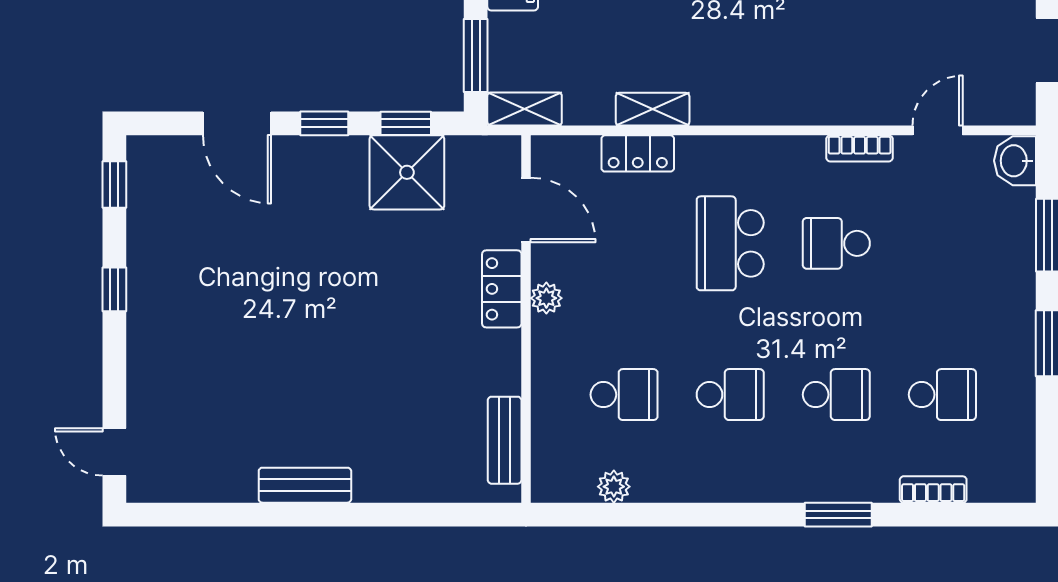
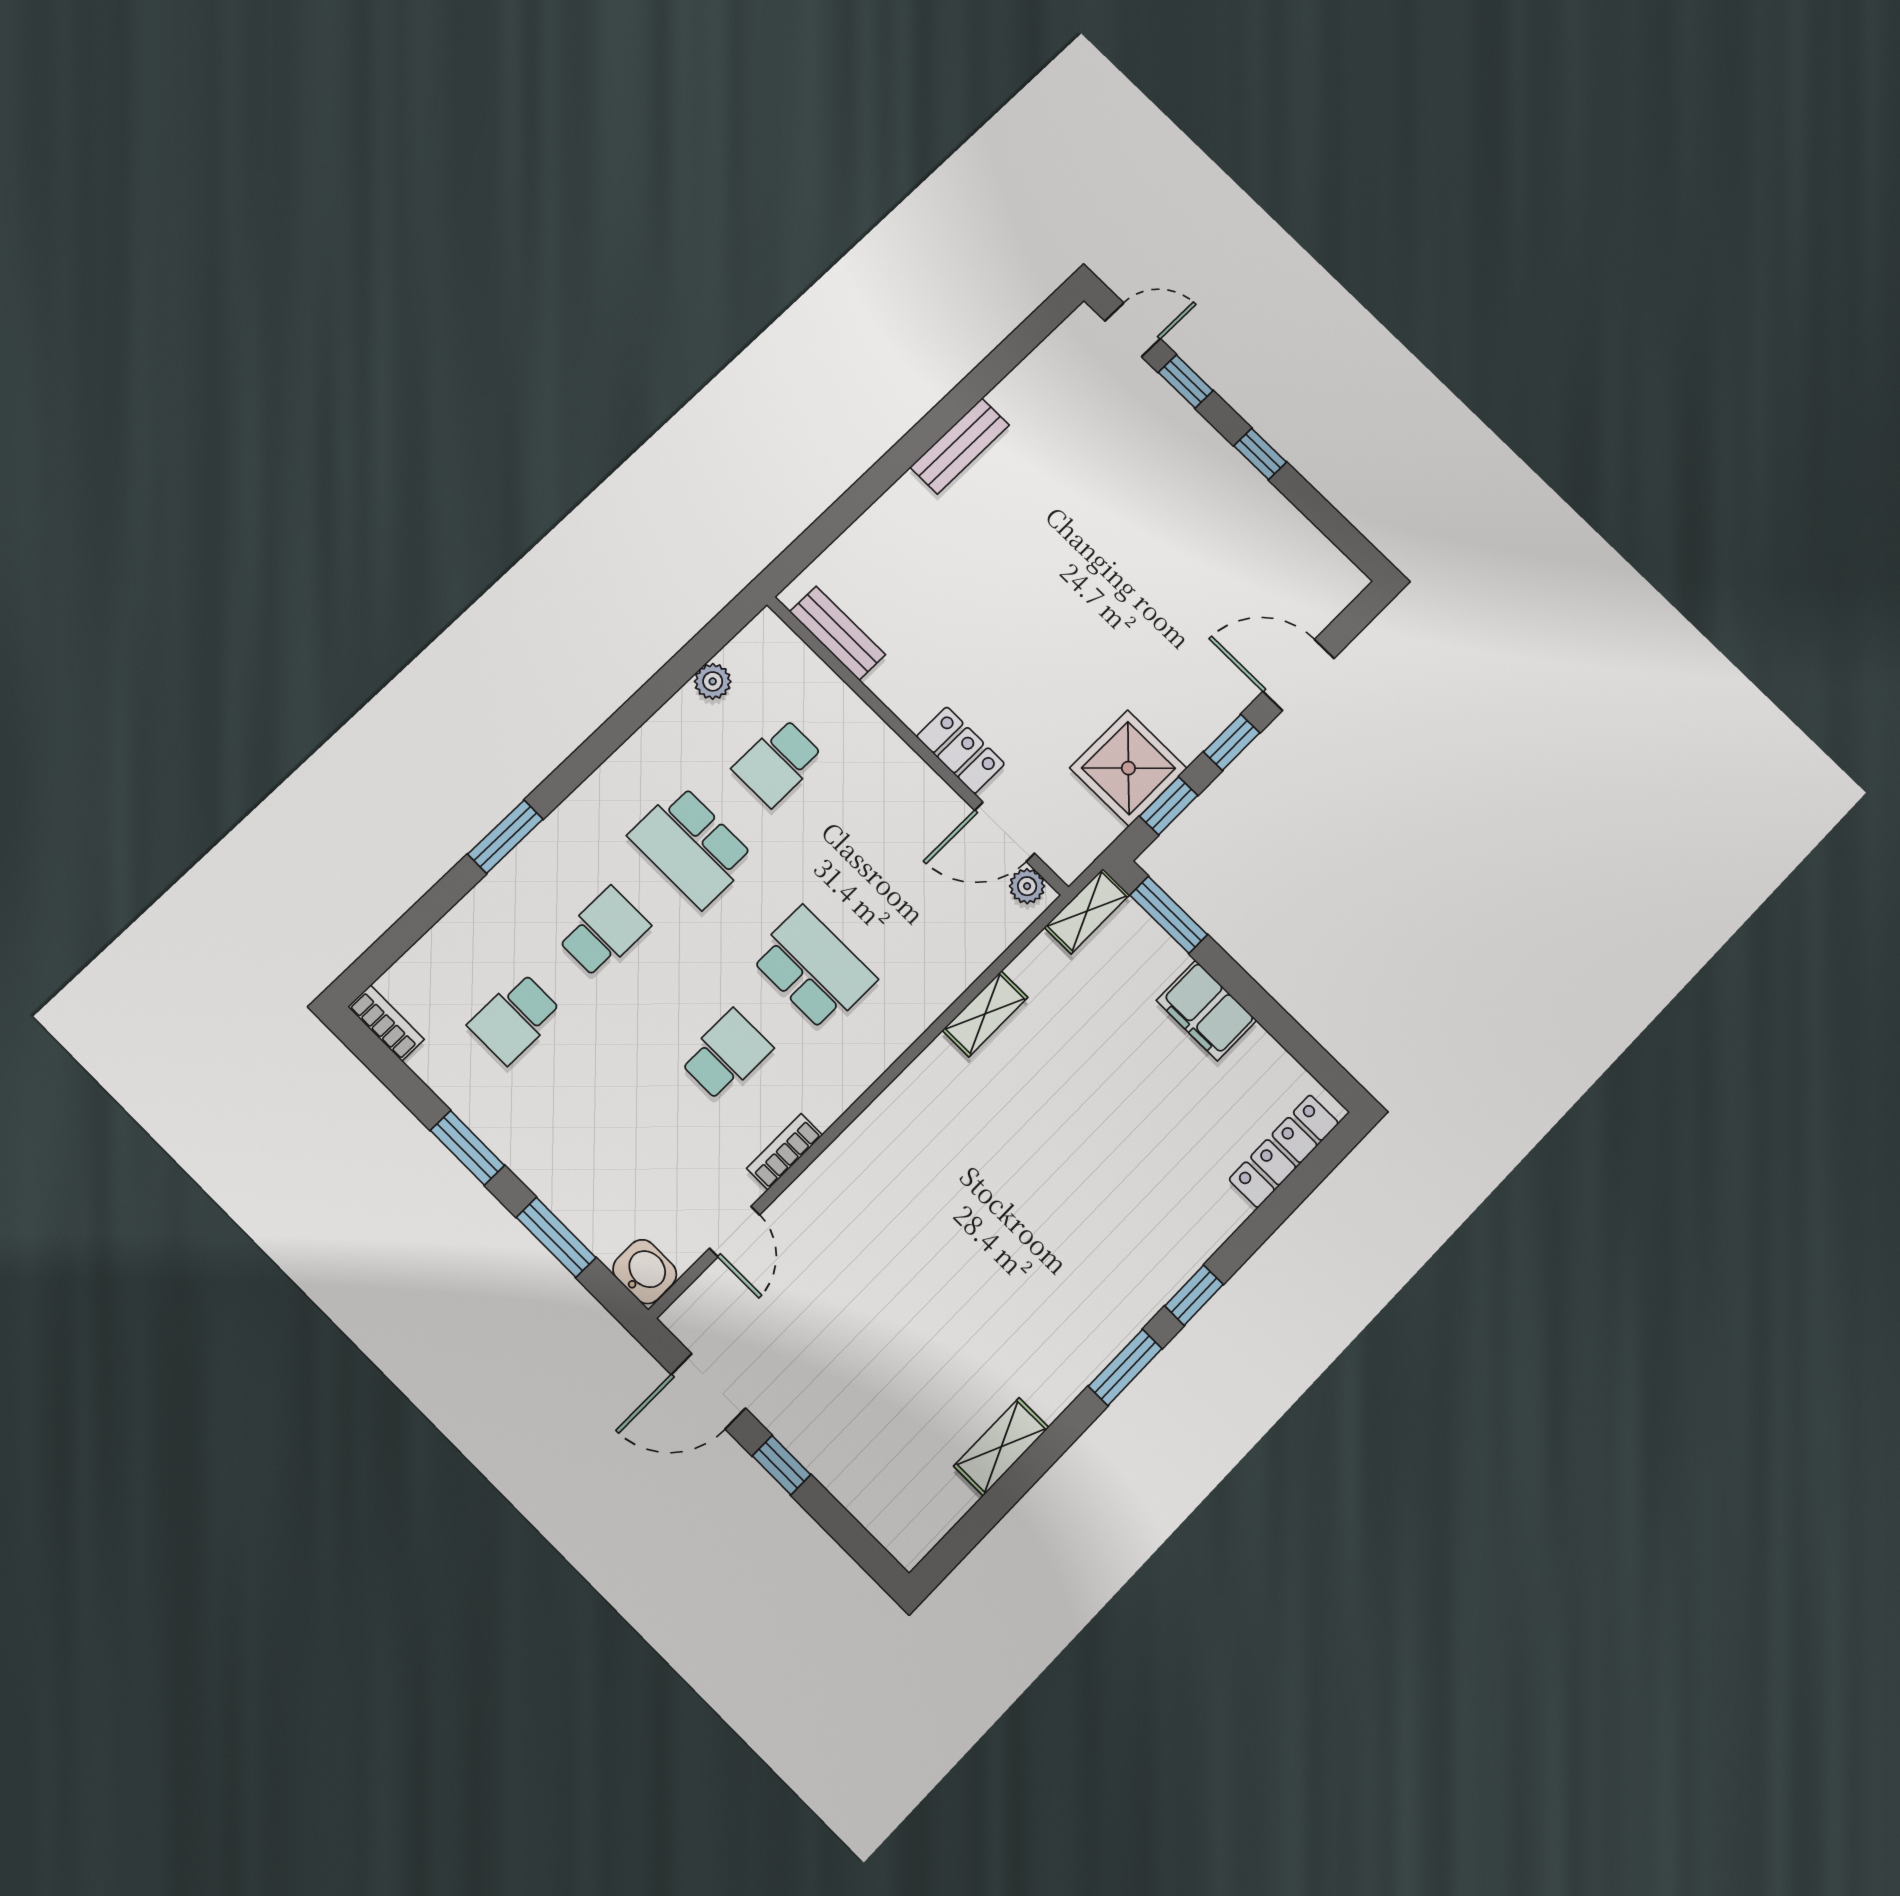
locker: (638, 153) -> (961, 966), removed
window: (114, 184) -> (1186, 381), moved
plant: (546, 298) -> (1027, 886), moved
school desk: (730, 395) -> (691, 847), width x1.85
school desk: (836, 395) -> (604, 932), turned 180
bookcase: (933, 489) -> (386, 1023), moved, turned -90

